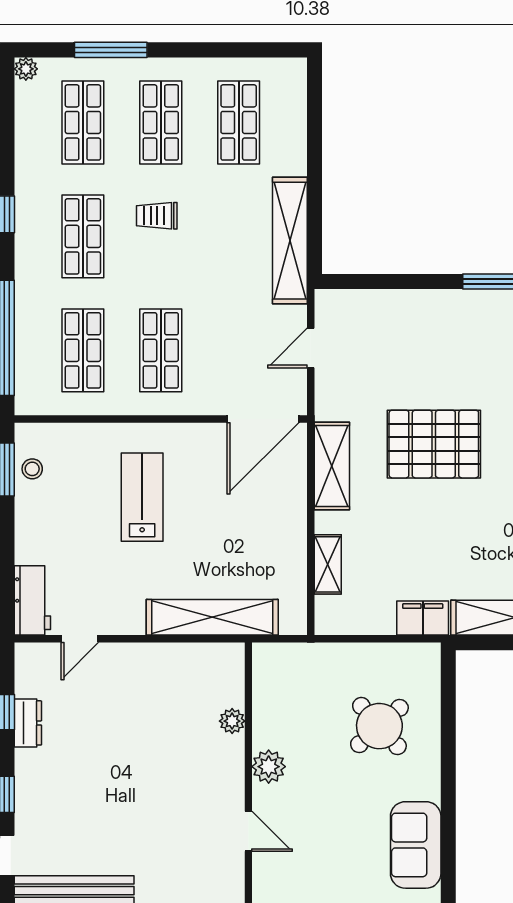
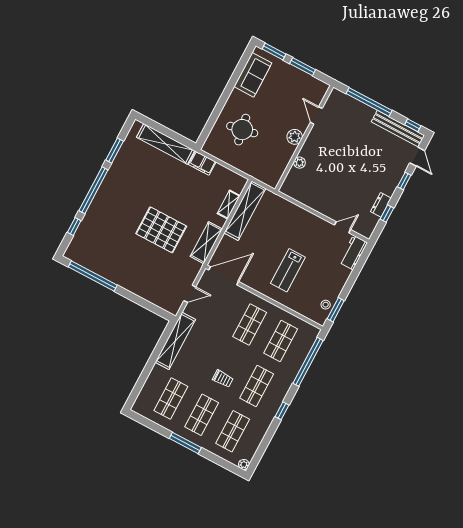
window: (111, 50) -> (185, 443), moved
shelving: (212, 617) -> (245, 211), moved, turned 90
round table: (379, 726) -> (242, 130), turned 31

